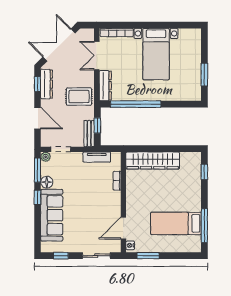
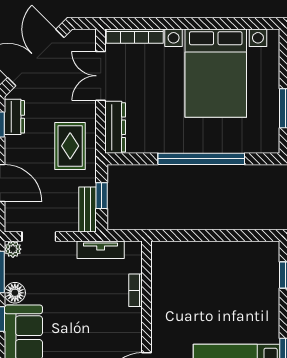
bed with nightstands: (156, 54) -> (216, 73), width x1.36
dresser: (46, 84) -> (14, 117), width x0.70
rug: (79, 97) -> (70, 146), turned 90
window: (136, 104) -> (201, 159), moved
wardrobe: (153, 160) -> (197, 256), removed

